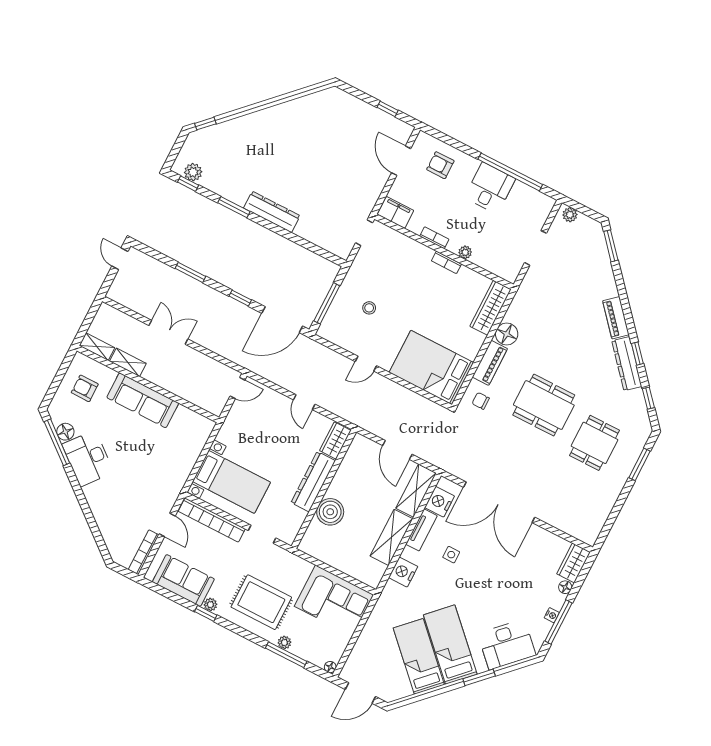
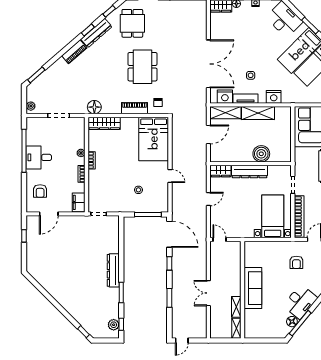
floor lamp: (507, 334) -> (94, 107), moved
armchair: (85, 388) -> (296, 262), moved
dining table: (594, 443) -> (132, 23), moved, turned 90

